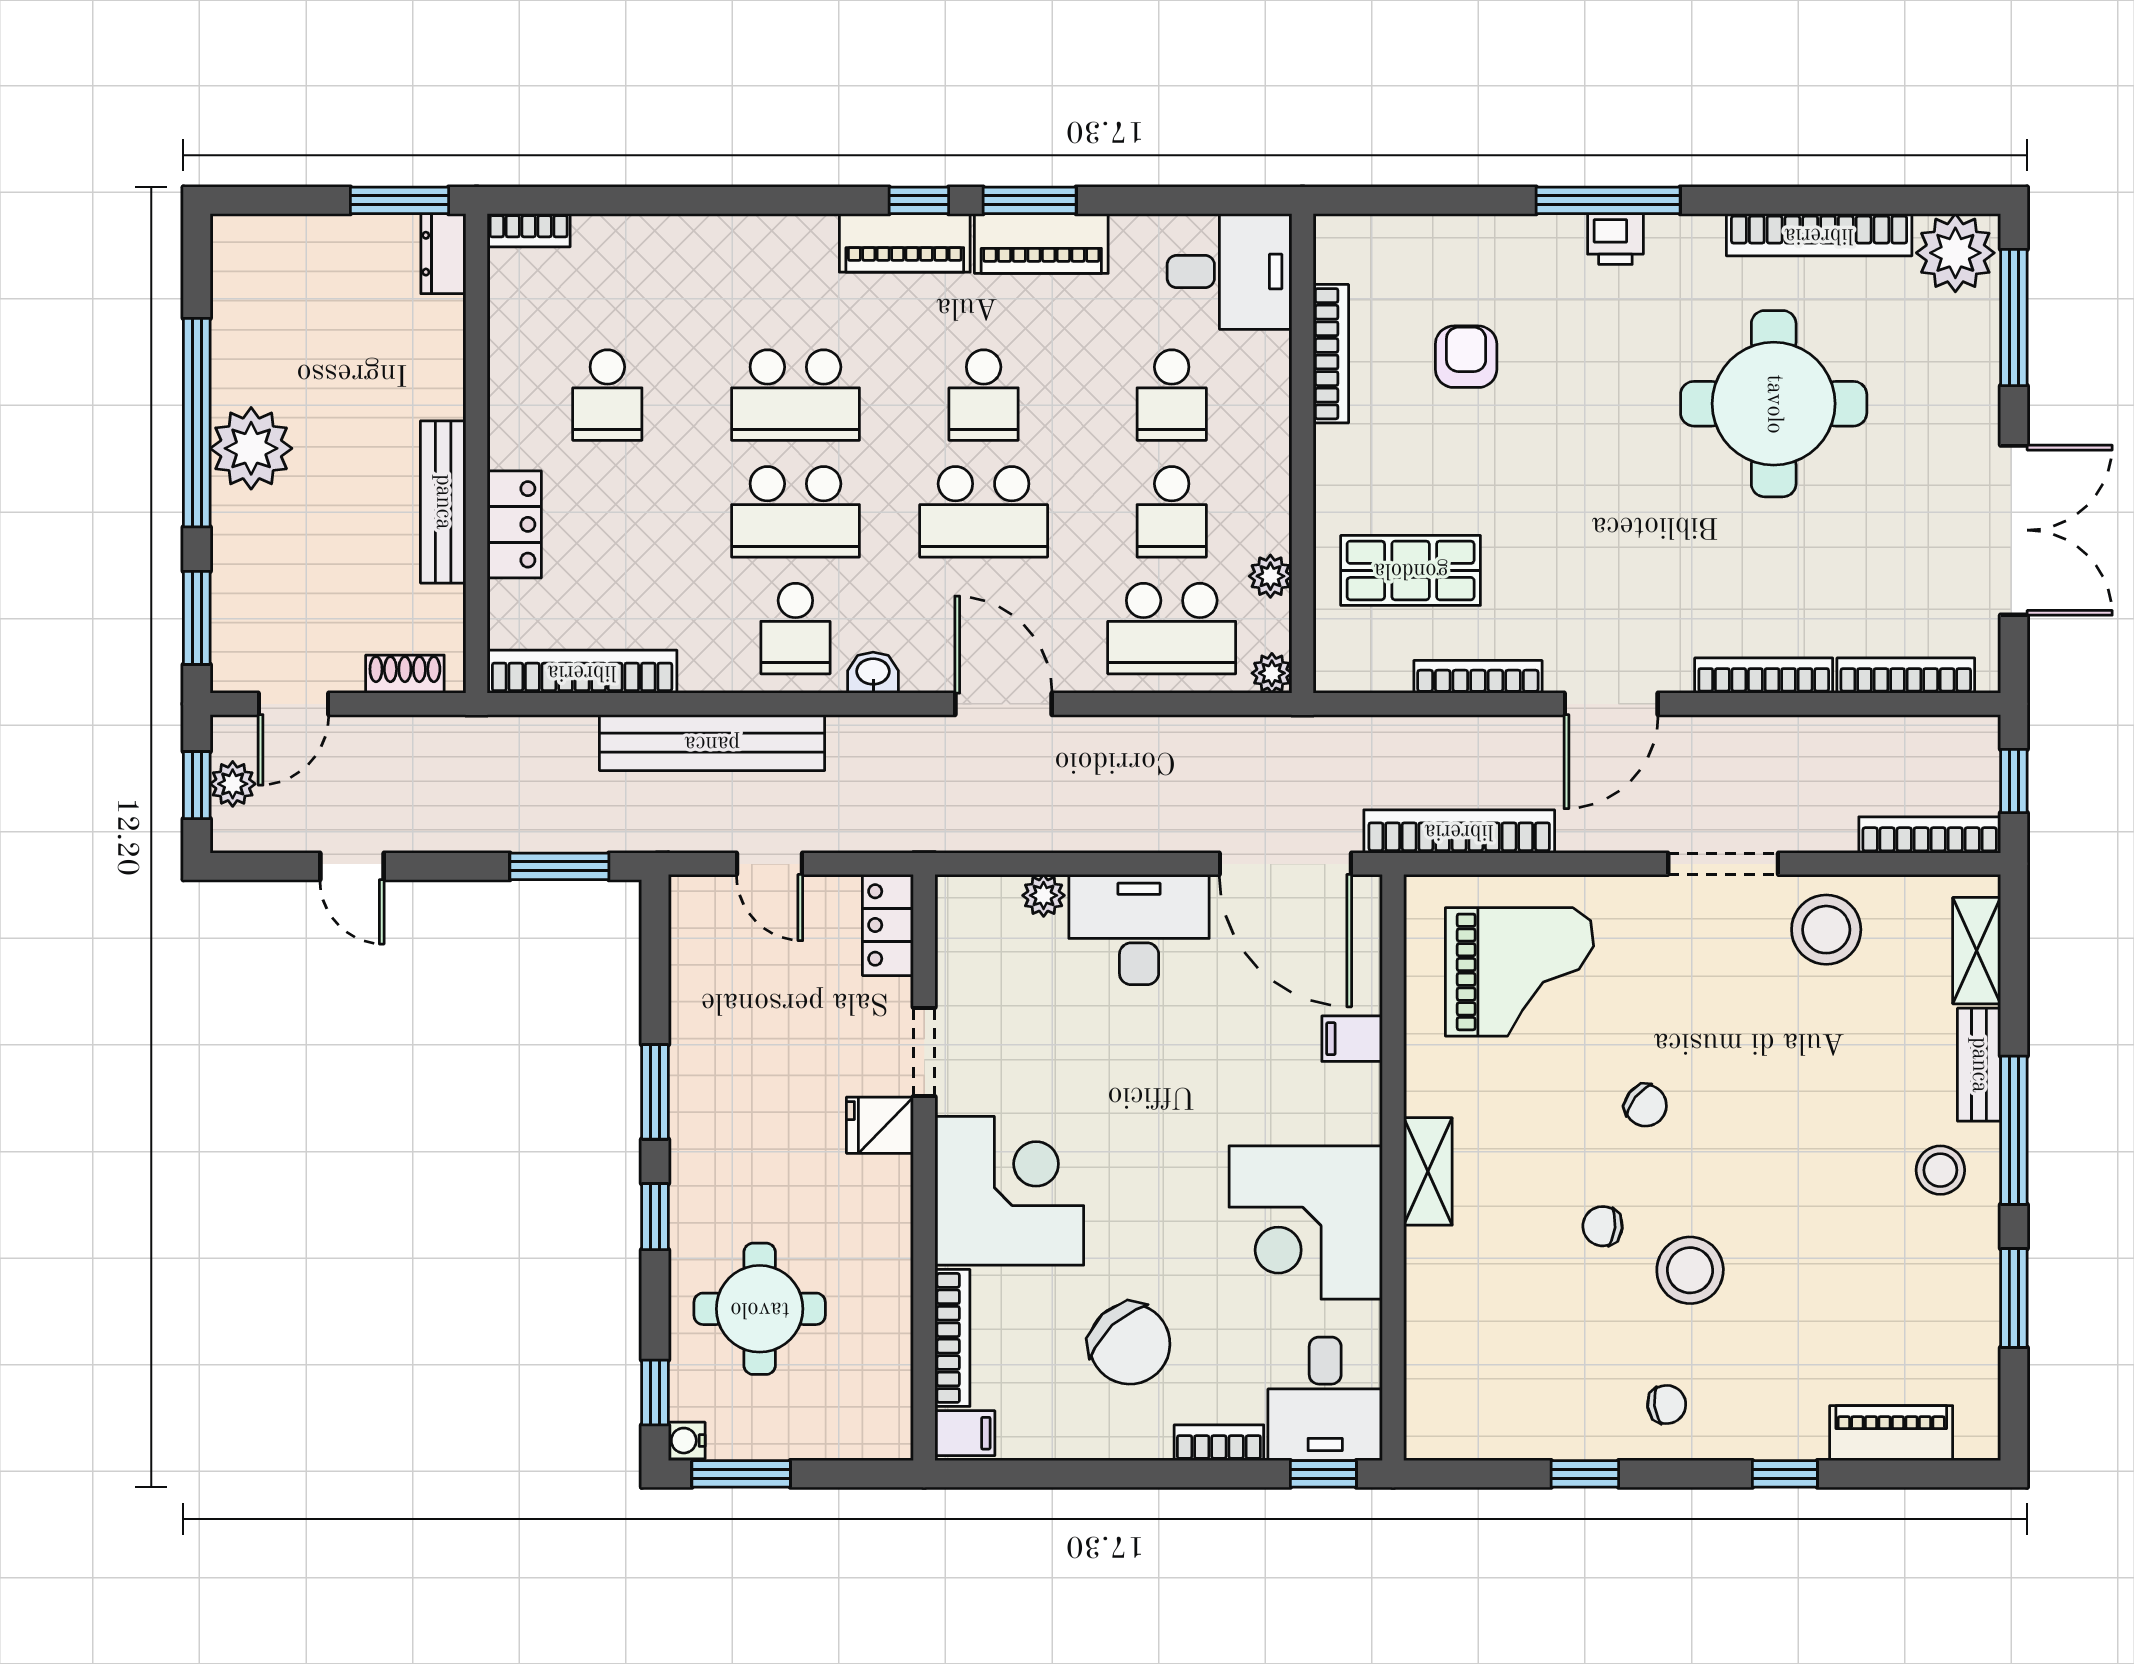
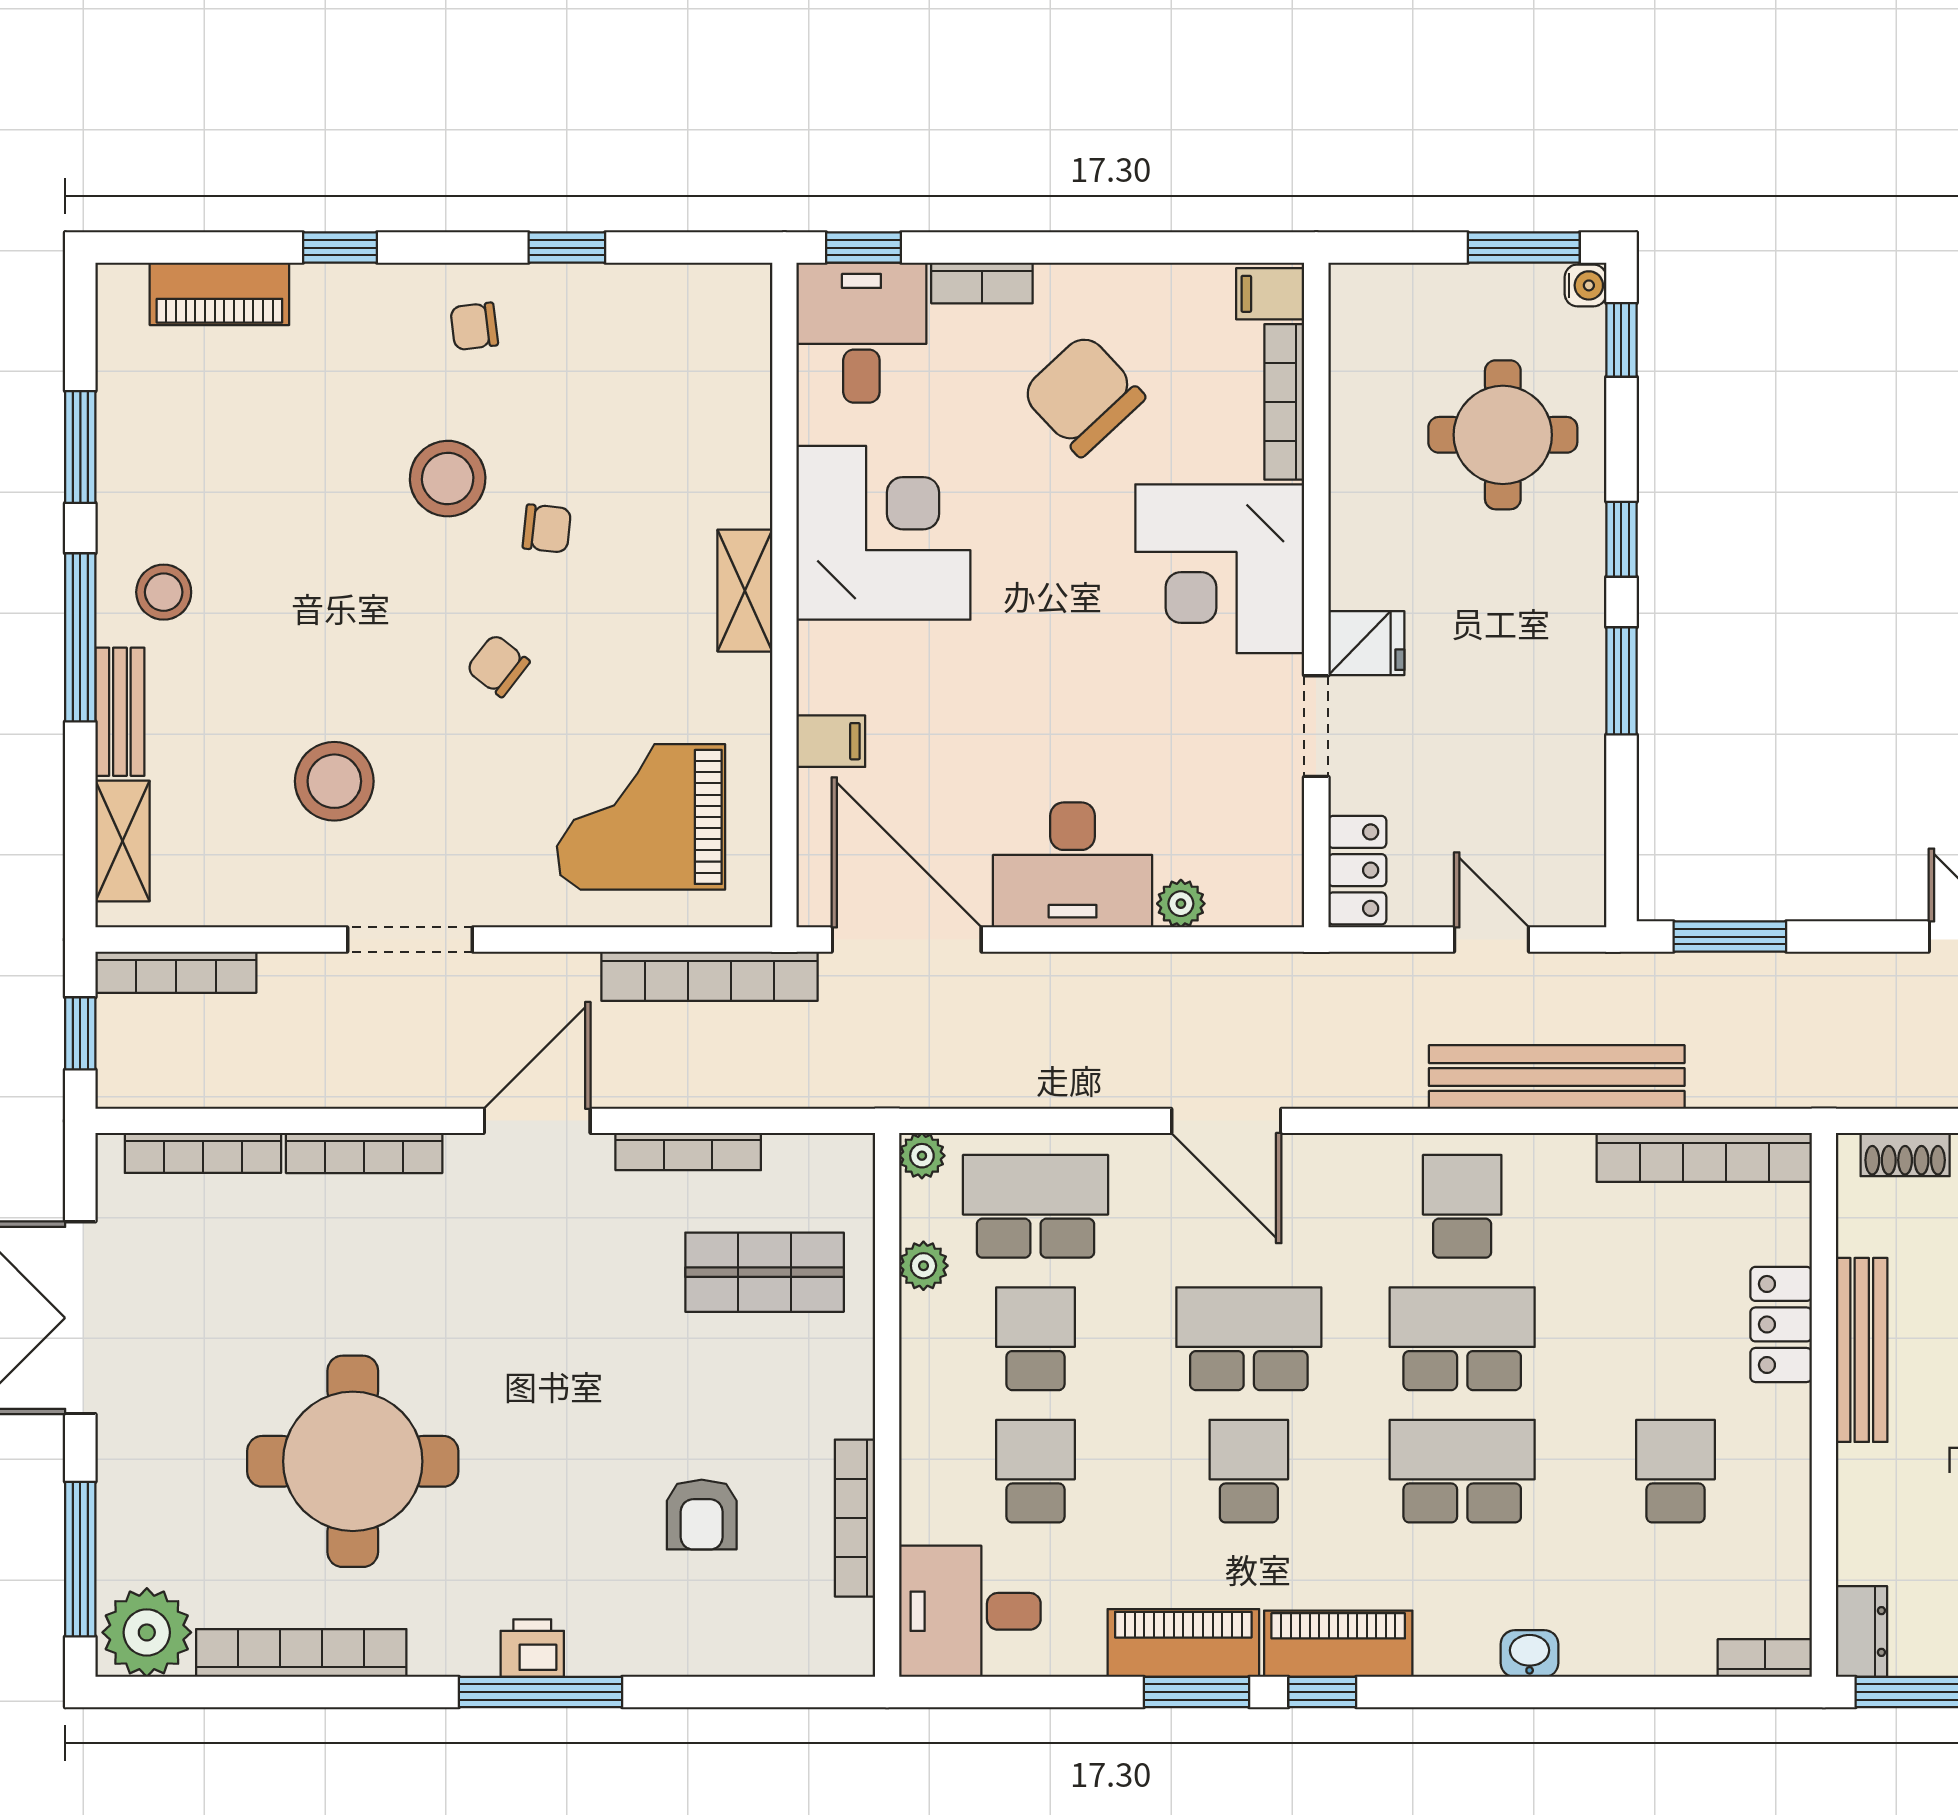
washbasin: (873, 673) -> (1530, 1654), moved, turned 180
stool: (1826, 930) -> (334, 781), moved

